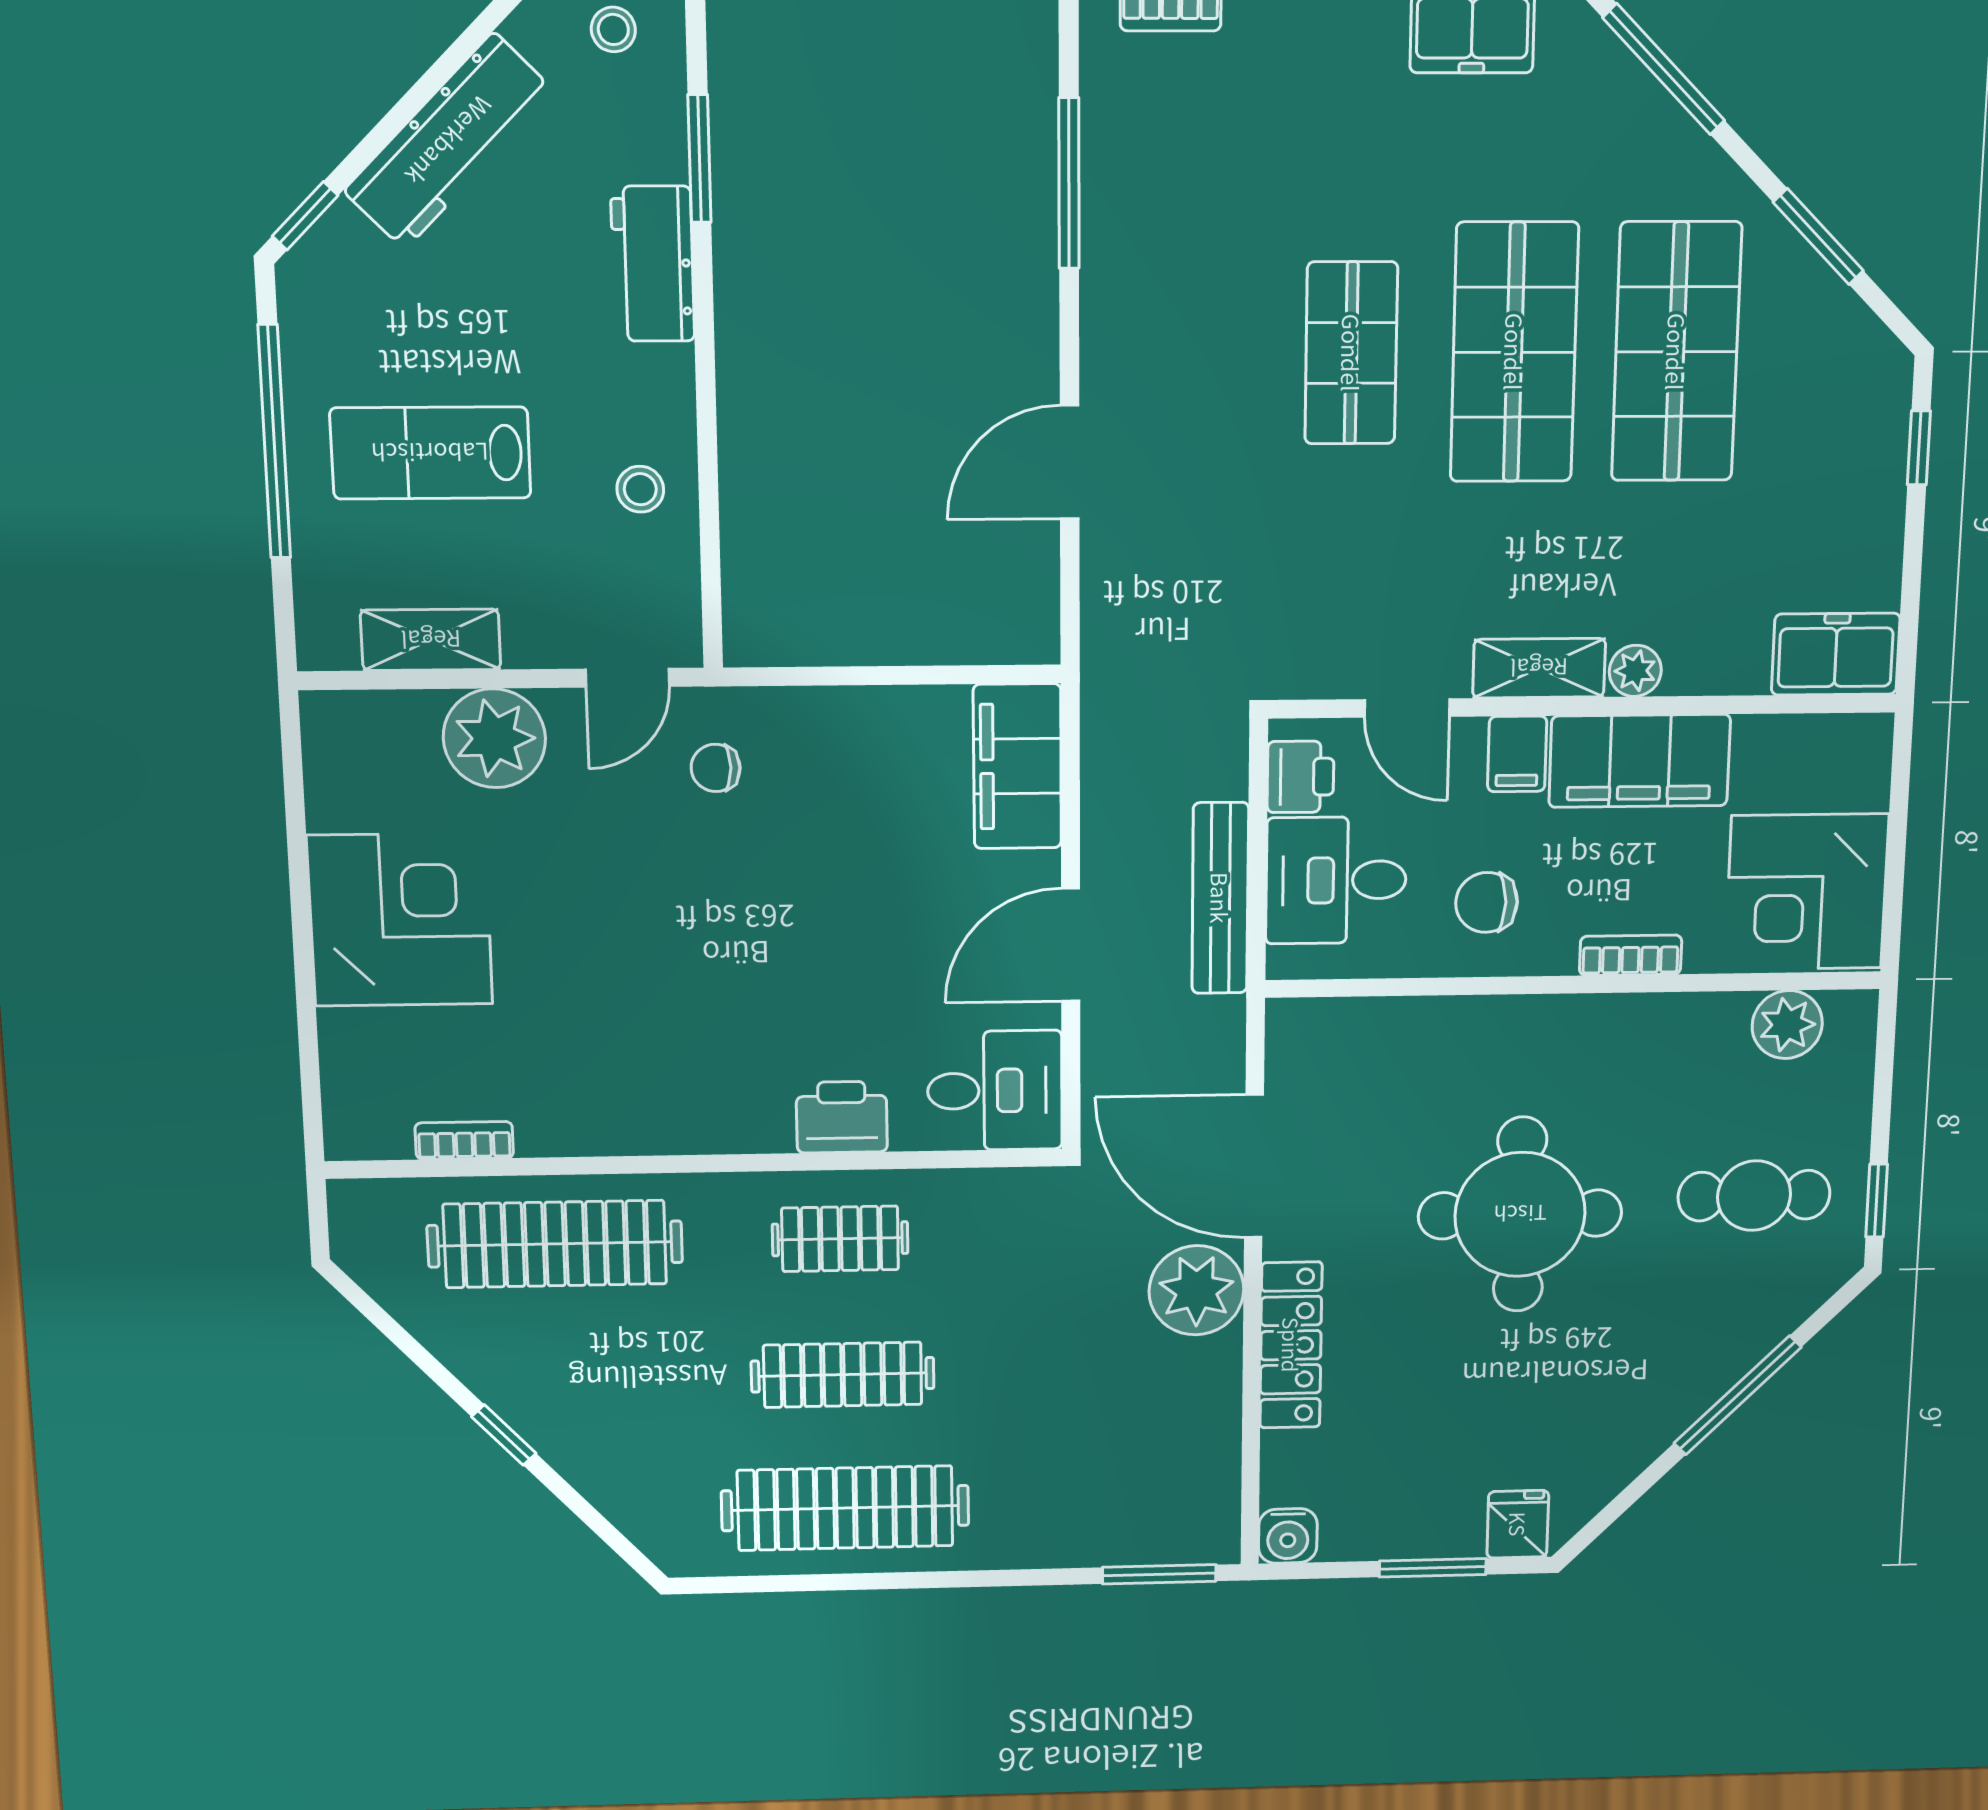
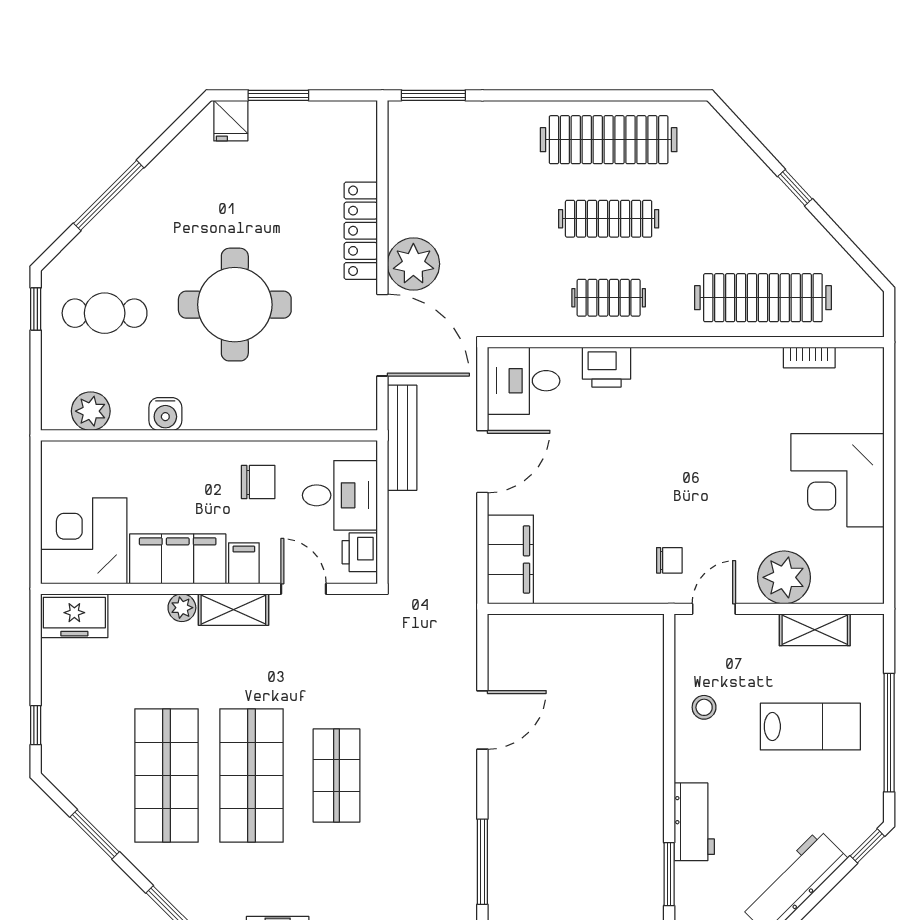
corner desk: (1807, 892) -> (84, 541), moved, turned -90
bench: (1220, 898) -> (402, 438), moved
bookcase: (1631, 955) -> (179, 451), removed
water cooler: (1288, 1536) -> (165, 414), moved, turned 180

